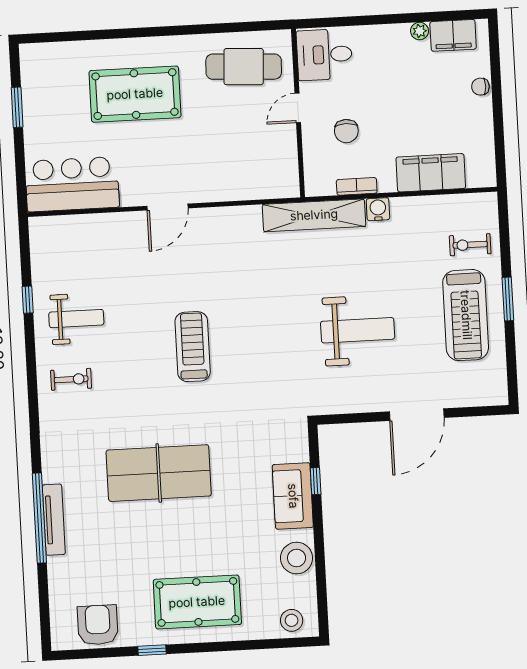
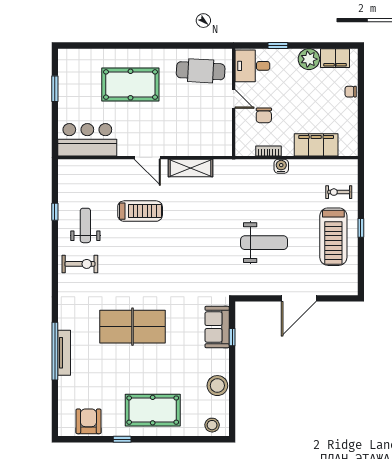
window: (362, 20) -> (278, 46), added
plant: (420, 31) -> (309, 59), width x1.87, depth x1.87
door: (298, 108) -> (234, 99), swing flipped
door: (168, 207) -> (147, 158), hinge flipped
shelving: (314, 215) -> (190, 168), moved, width x0.68
window: (508, 299) -> (361, 228), width x0.67
weight bench: (76, 319) -> (85, 225), turned -90
treadmill: (193, 347) -> (140, 211), moved, turned 90
exercise bike: (71, 379) -> (80, 264), width x1.38, depth x1.39
sofa: (293, 496) -> (217, 327), moved

